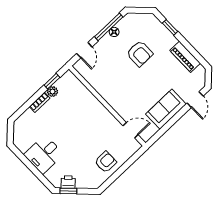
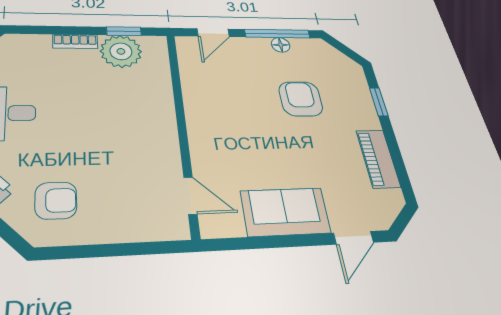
armchair: (140, 53) -> (301, 99), turned 180
plant: (53, 92) -> (121, 51), width x1.88, depth x1.88
armchair: (106, 162) -> (56, 200), moved

